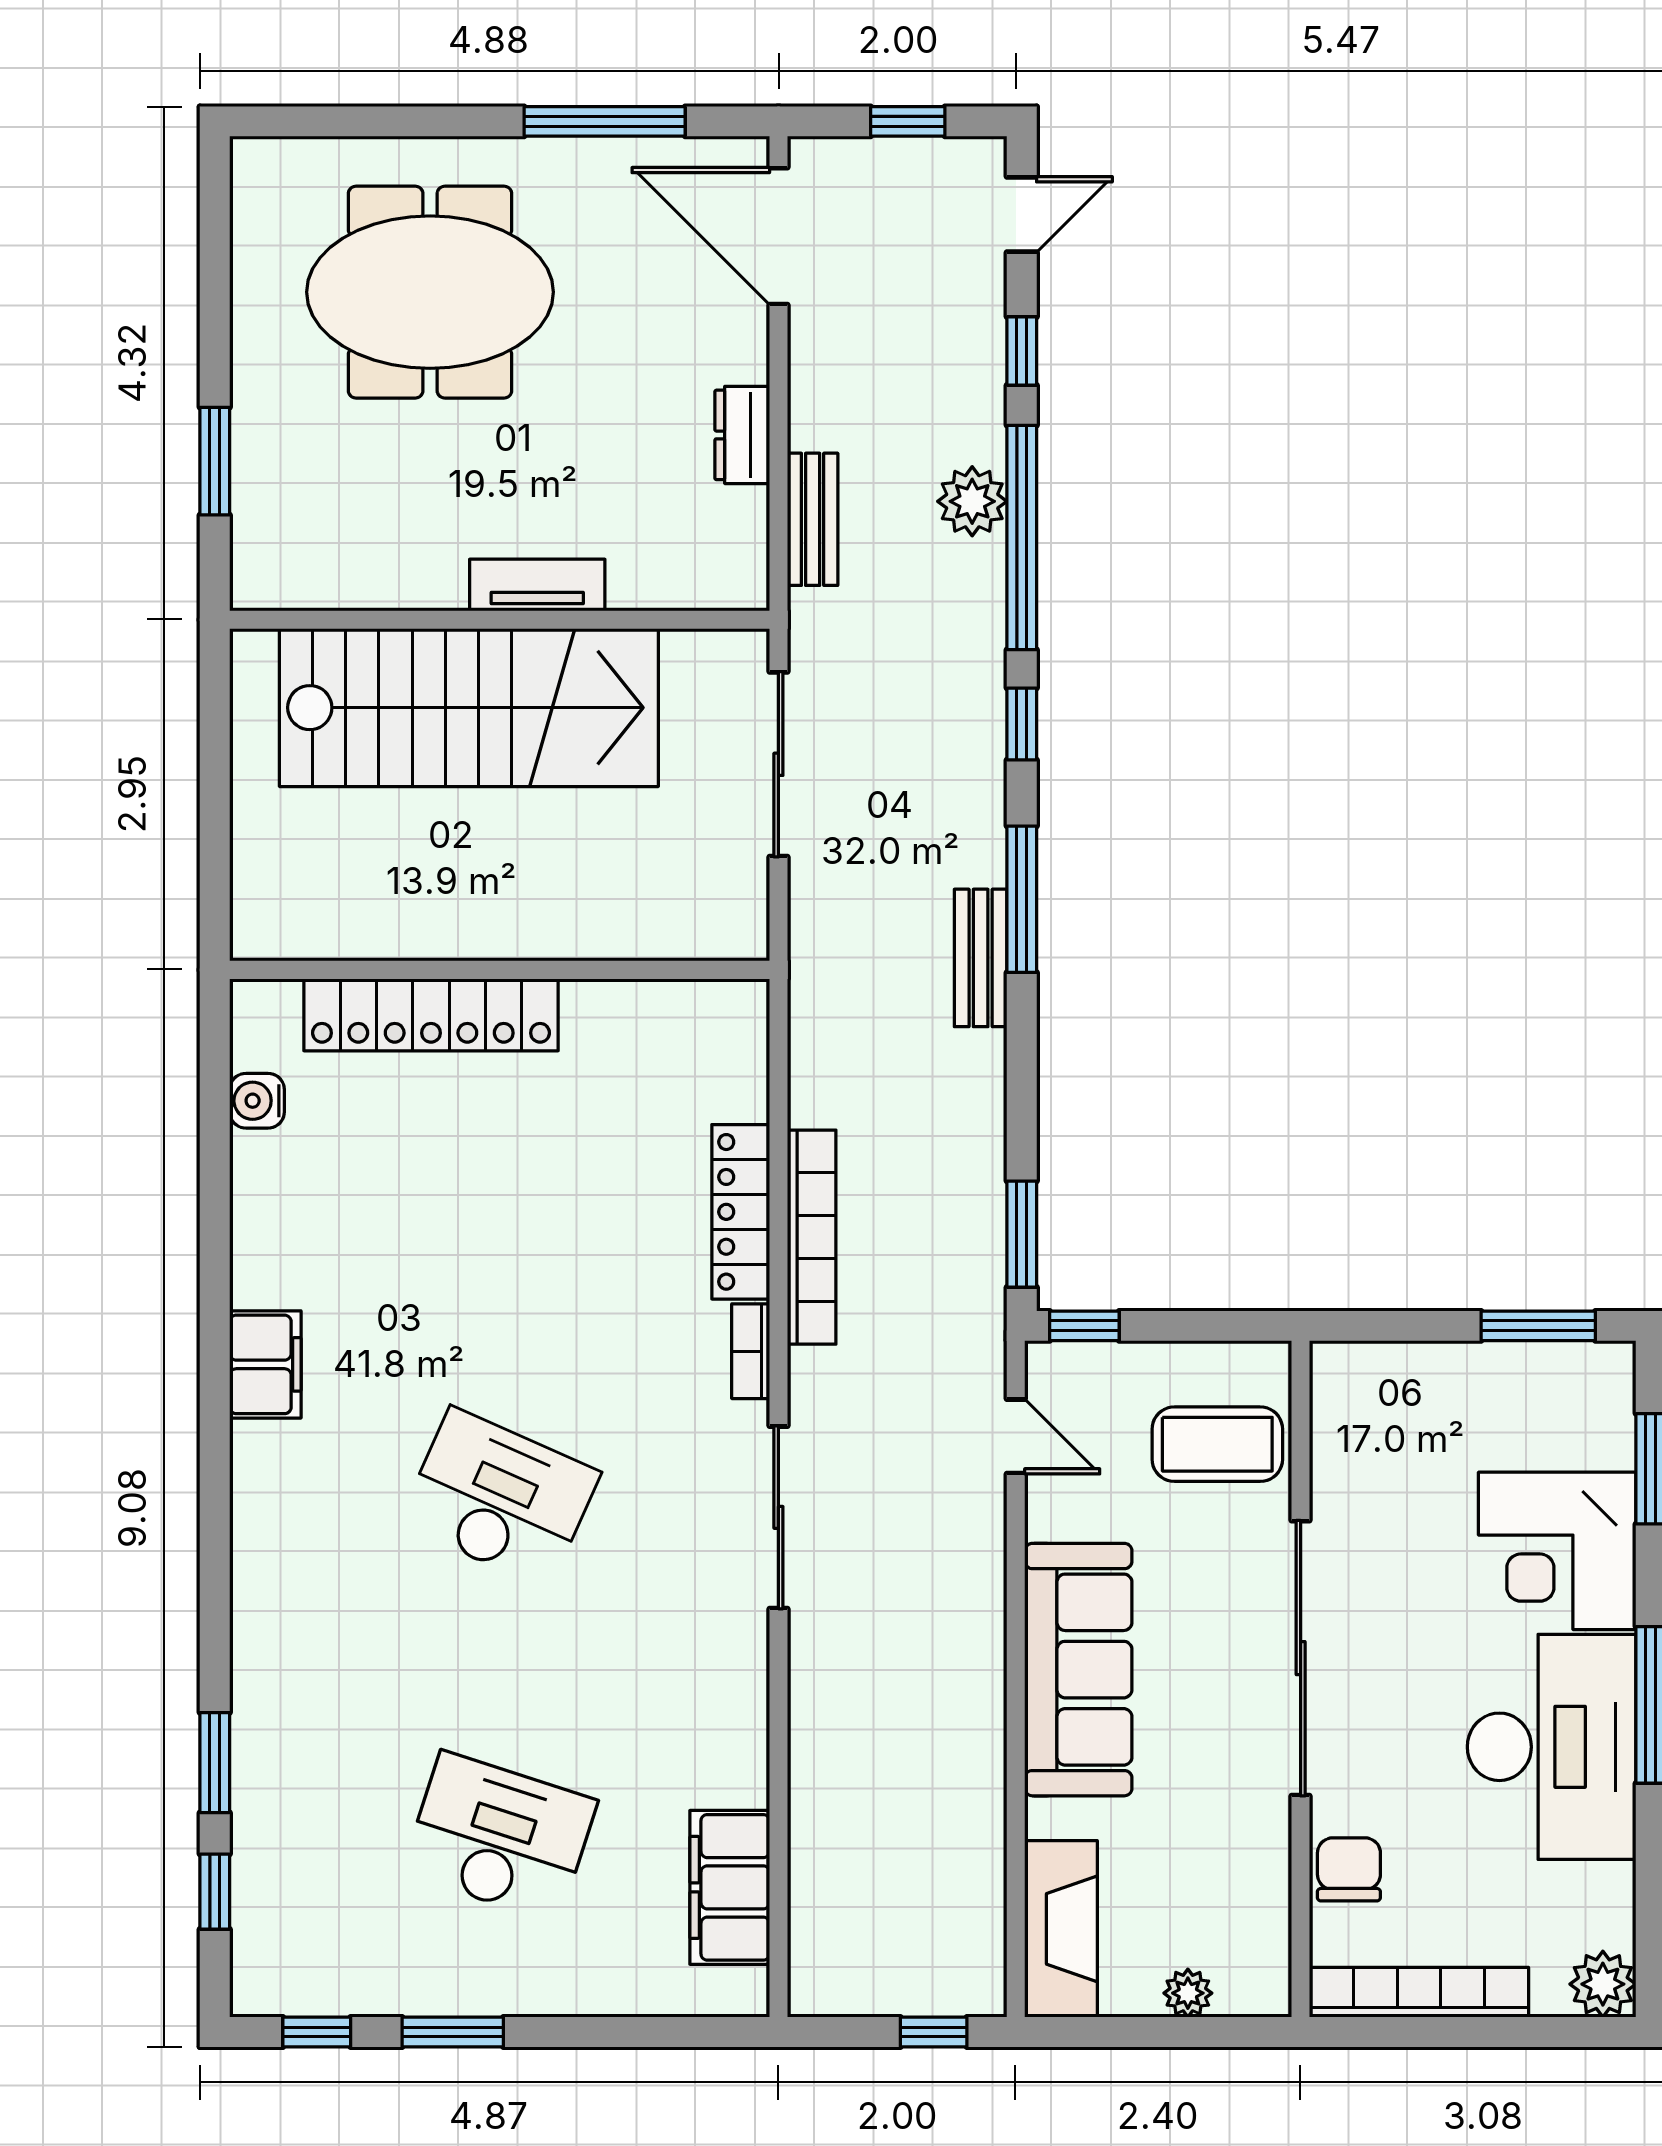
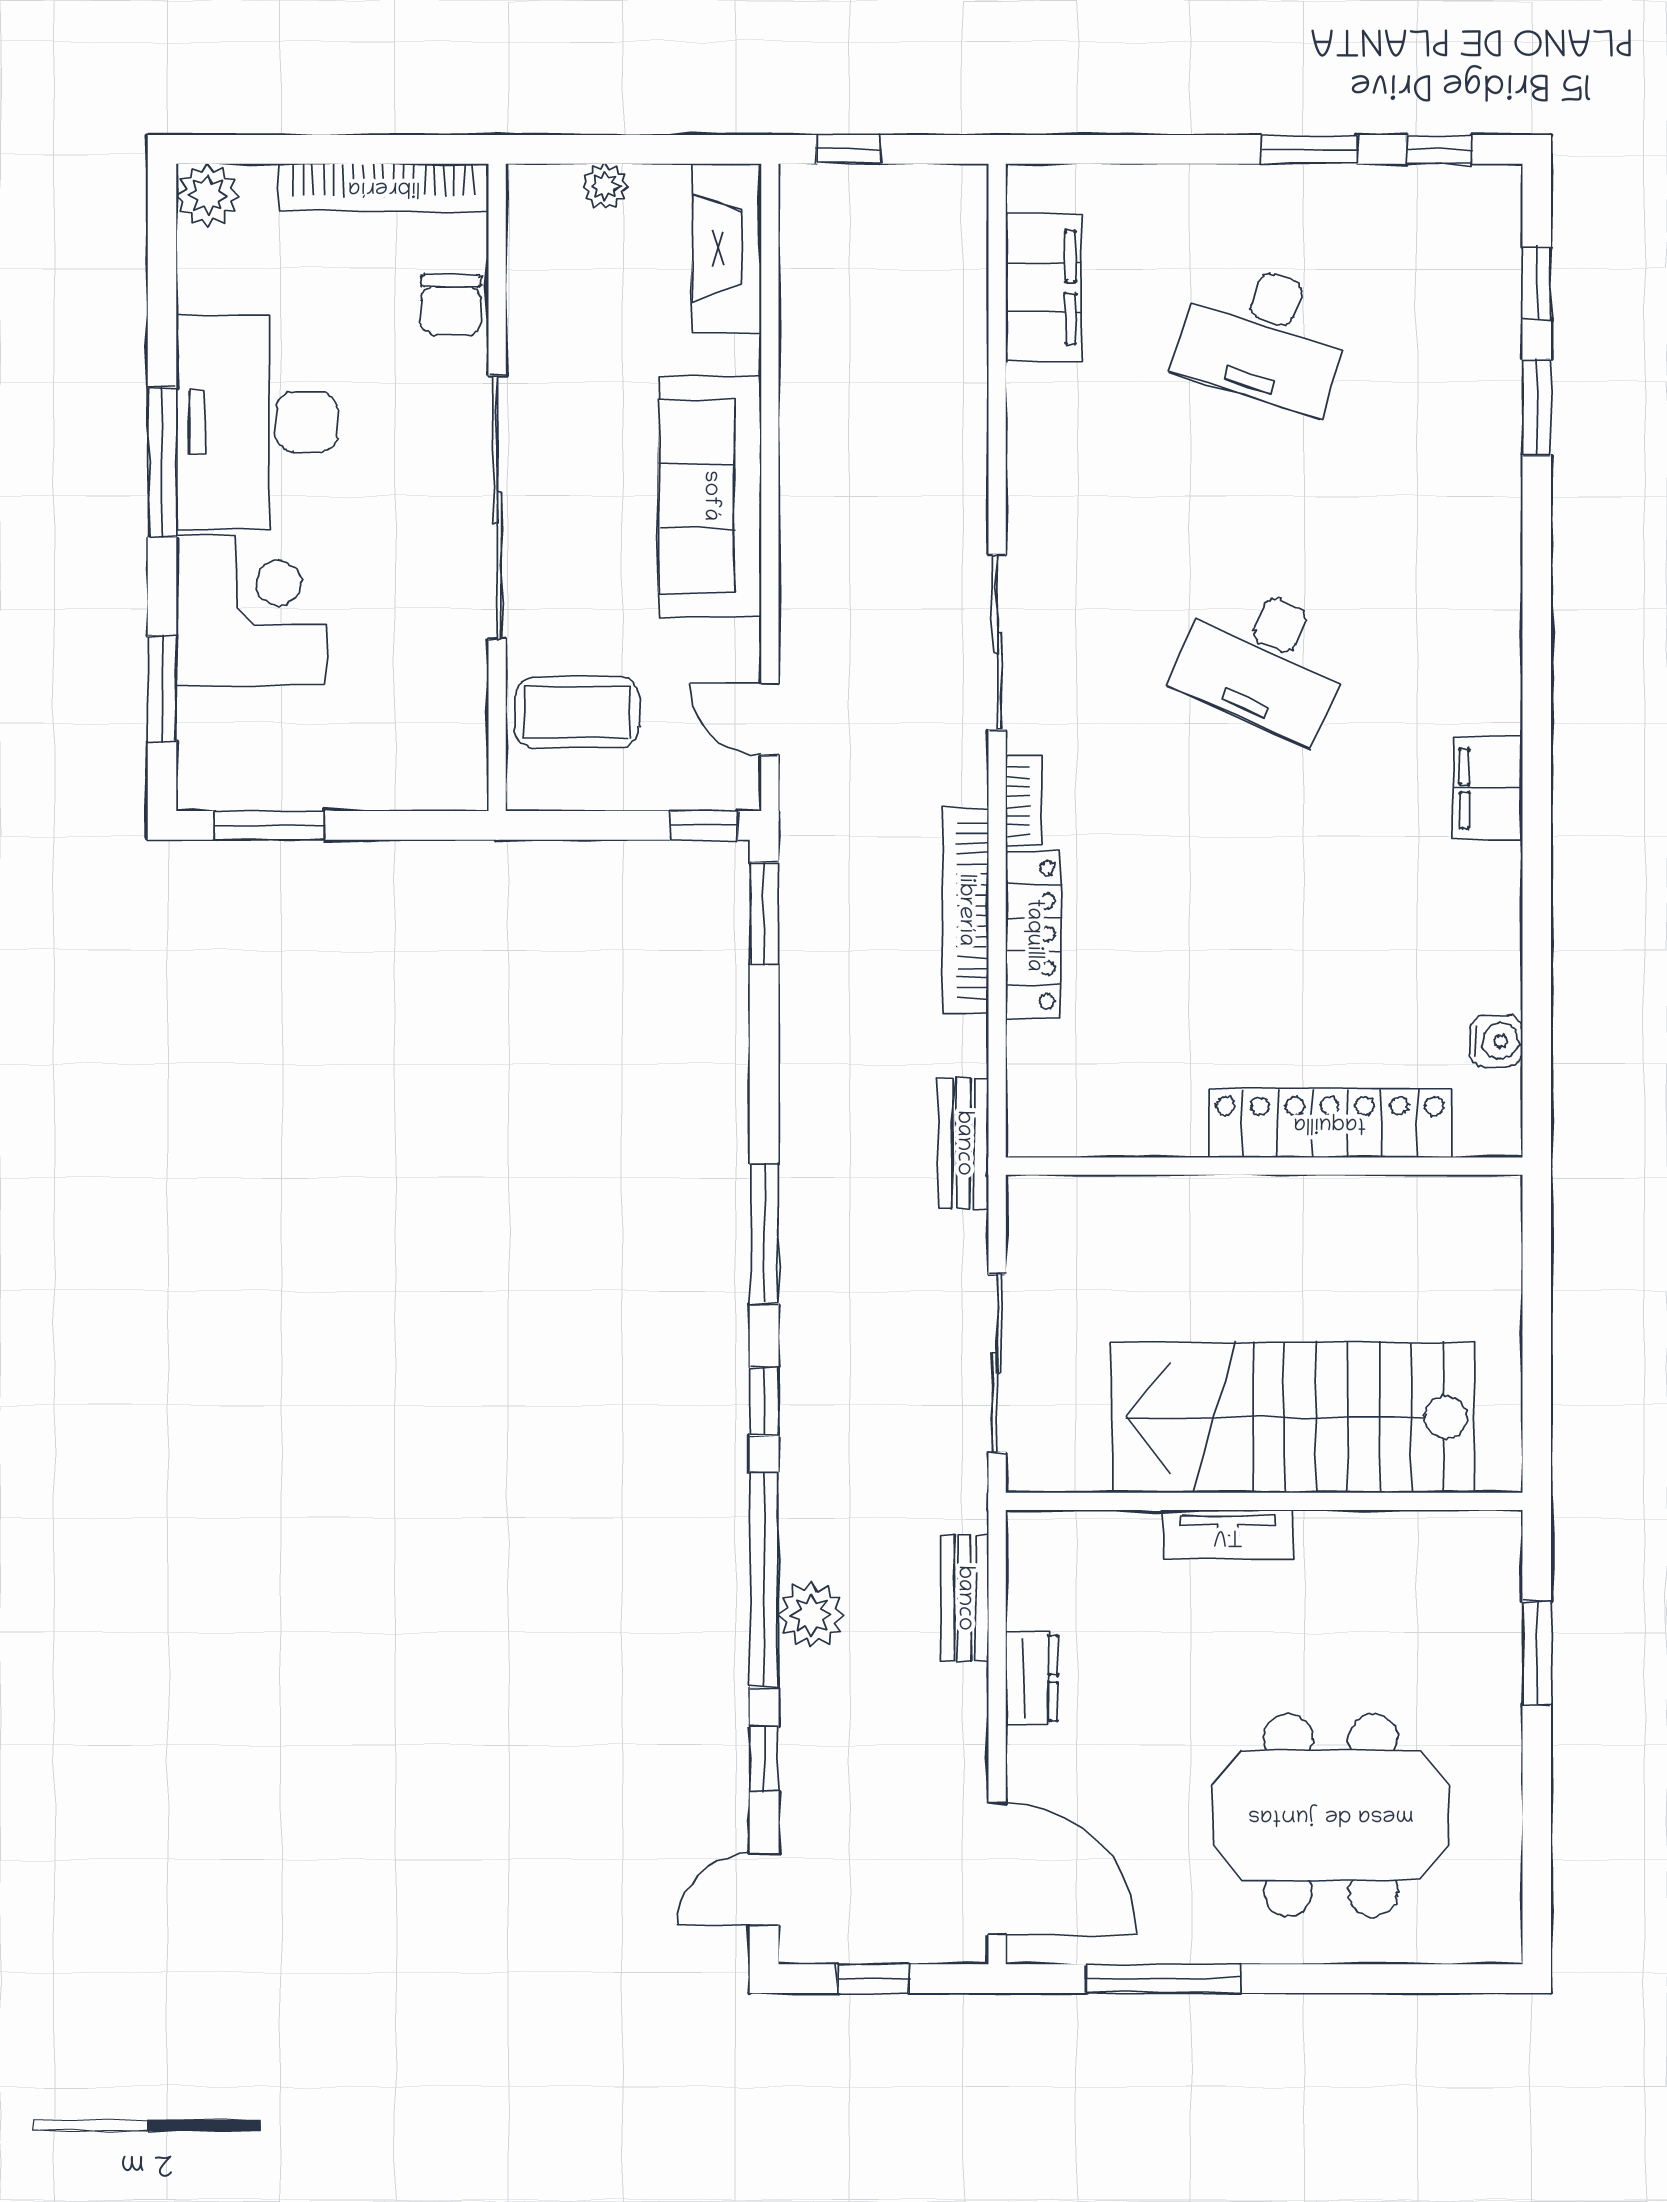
bench: (981, 958) -> (963, 1143), moved

